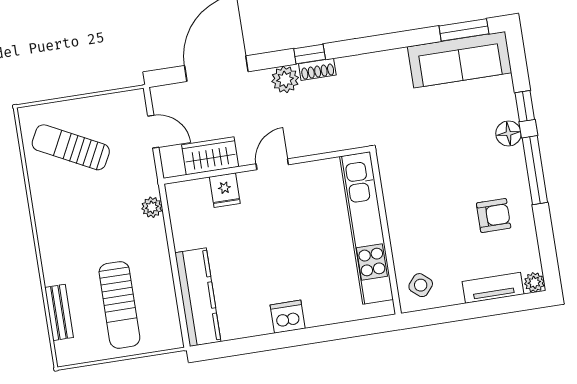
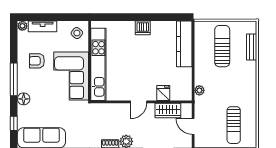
window: (525, 106) -> (14, 123), moved
sun lounger: (71, 147) -> (234, 125), turned 63
corner sofa: (419, 196) -> (71, 76), added

